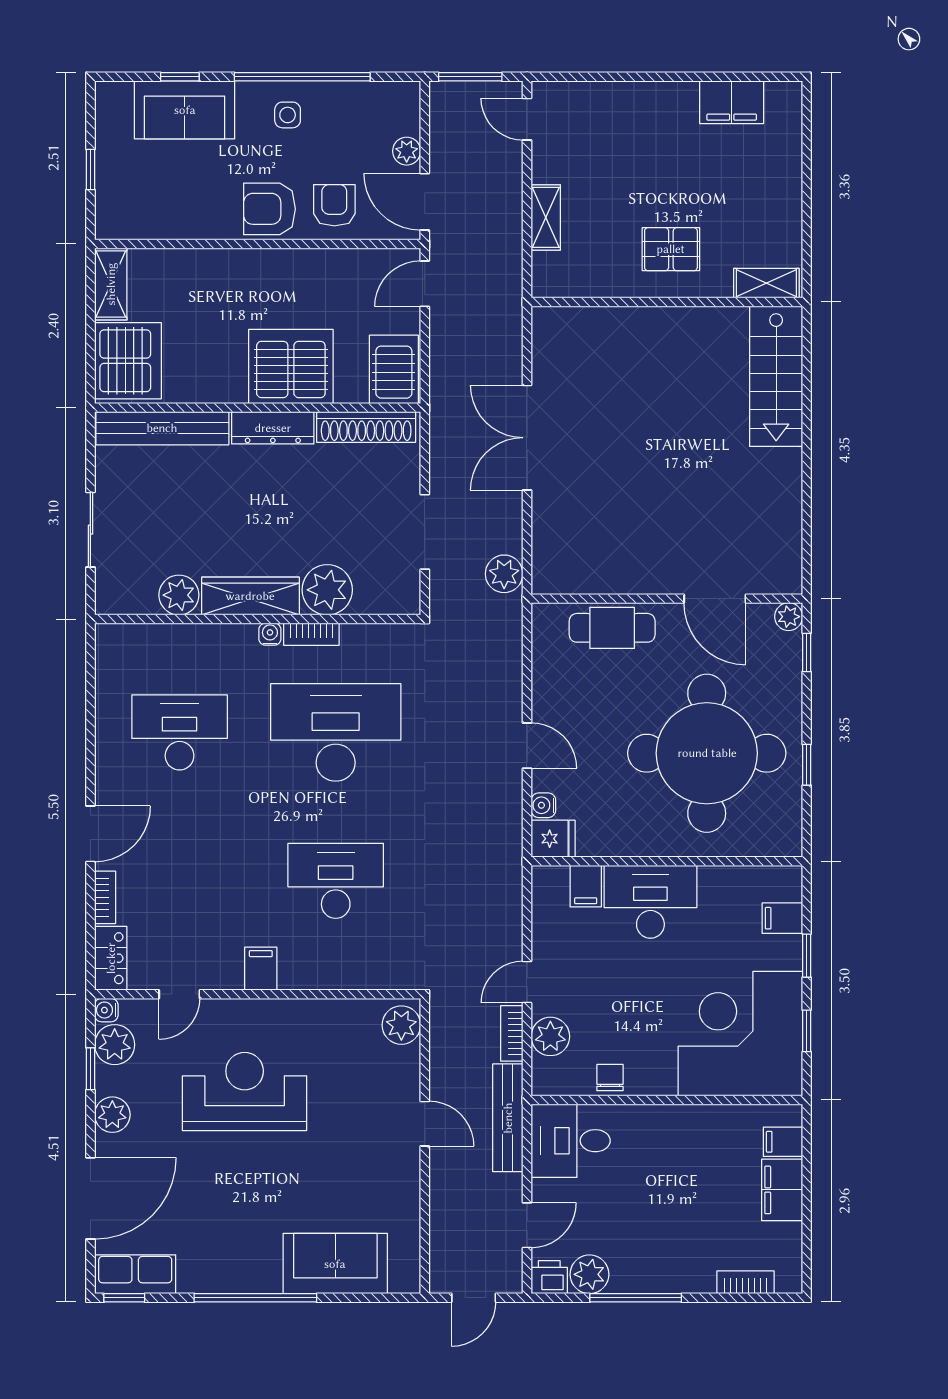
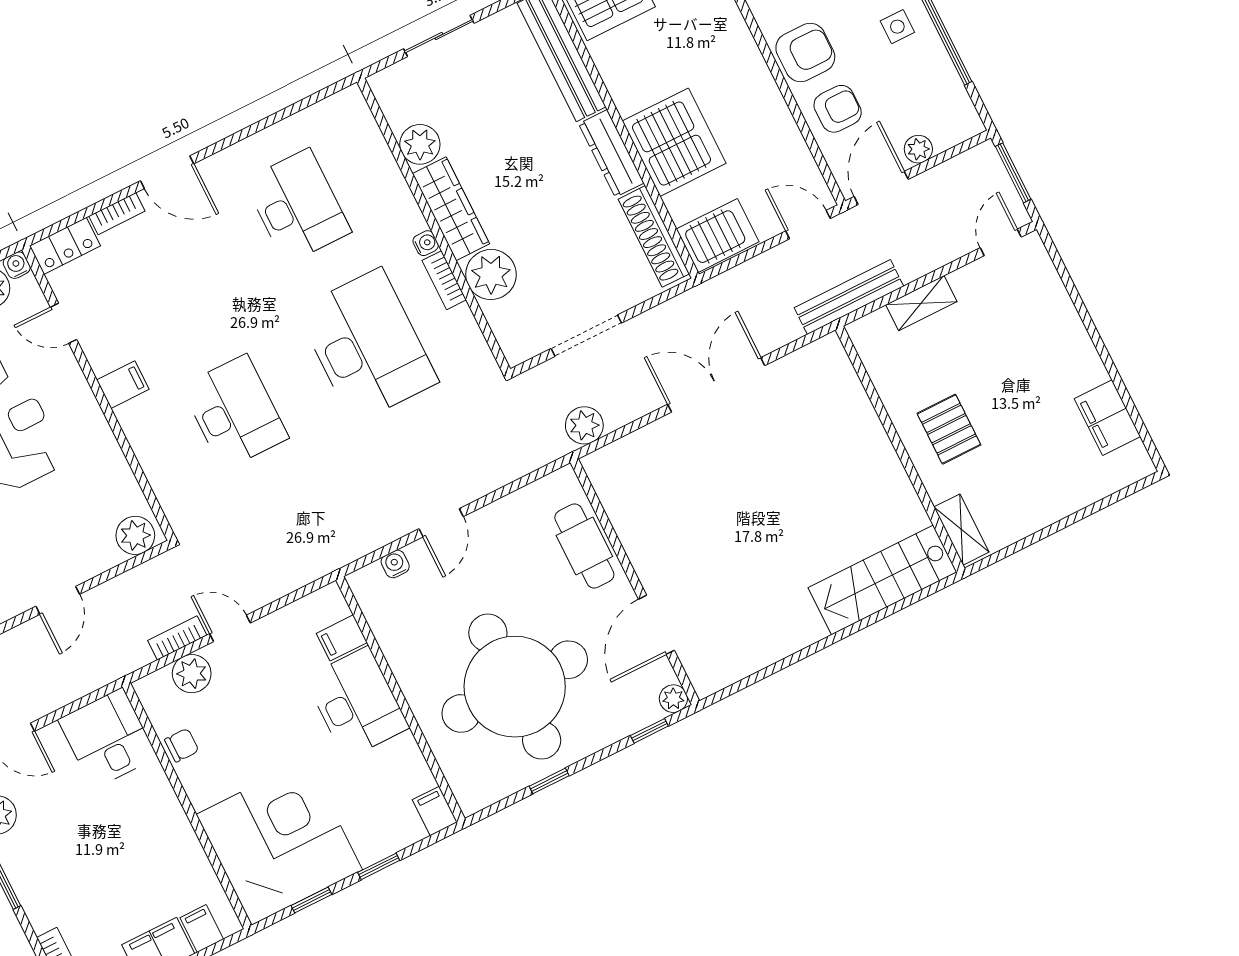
armchair: (269, 209) -> (805, 52), turned 90
fridge: (553, 839) -> (370, 588), removed
filing cabinet: (782, 918) -> (435, 811), moved
bench: (508, 1118) -> (849, 297), moved

